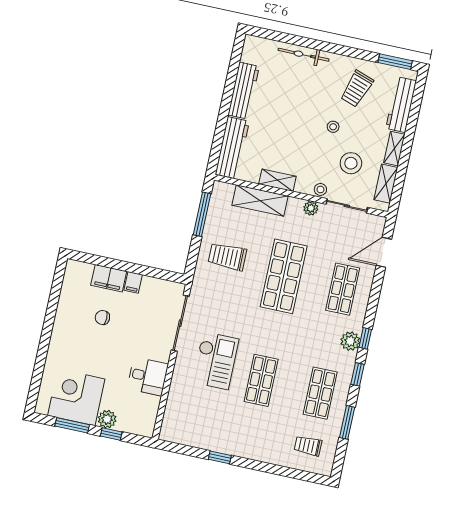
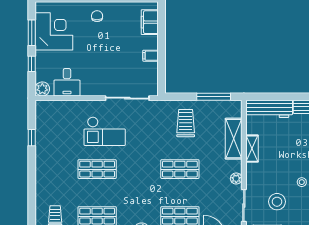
stool: (320, 189) -> (252, 183), removed
shop shelf: (284, 276) -> (180, 169), width x0.70, depth x0.74
filing cabinet: (109, 278) -> (150, 22), moved
chair: (102, 318) -> (97, 16), moved
desk: (148, 376) -> (67, 82), moved
plant: (107, 419) -> (42, 89), moved
window: (220, 457) -> (32, 138), moved

